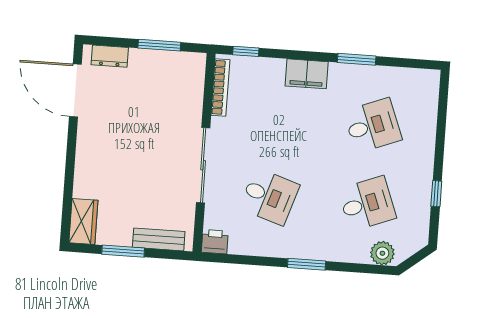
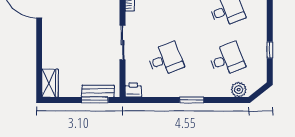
sliding door: (203, 165) -> (122, 43), width x0.73
desk: (269, 197) -> (165, 59), turned -39
window: (123, 251) -> (95, 100), moved

